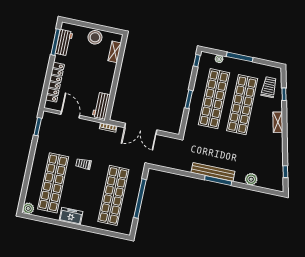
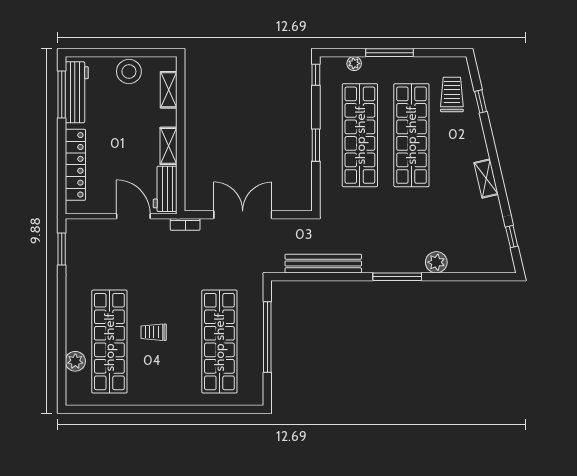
workbench: (64, 43) -> (77, 92), width x1.38
shelving: (108, 83) -> (169, 146), added
door: (70, 115) -> (133, 216), moved
shelving: (278, 122) -> (486, 179), moved
double door: (141, 129) -> (243, 215), swing flipped
trolley: (83, 164) -> (154, 332), moved
bench: (213, 172) -> (323, 264), moved
plant: (251, 179) -> (436, 262), moved
plant: (28, 208) -> (75, 361), moved
freezer: (71, 216) -> (153, 393), removed

